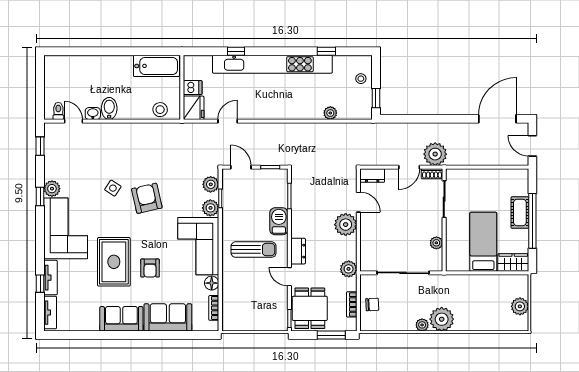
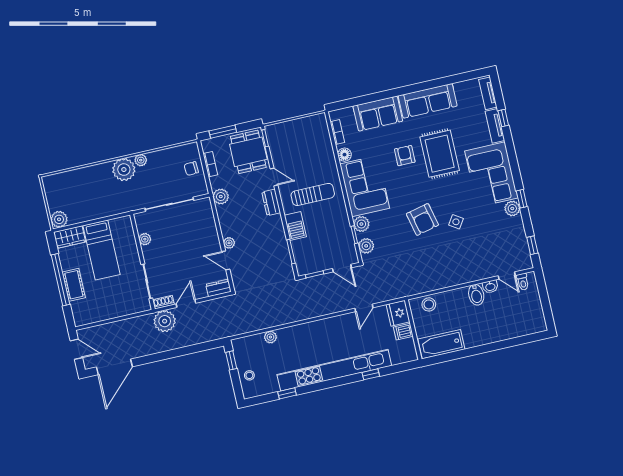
plant: (346, 225) -> (229, 243), width x0.53, depth x0.53
sun lounger: (254, 250) -> (313, 194), turned 180
plant: (520, 306) -> (59, 219), moved
sofa: (121, 319) -> (428, 101), width x1.36

